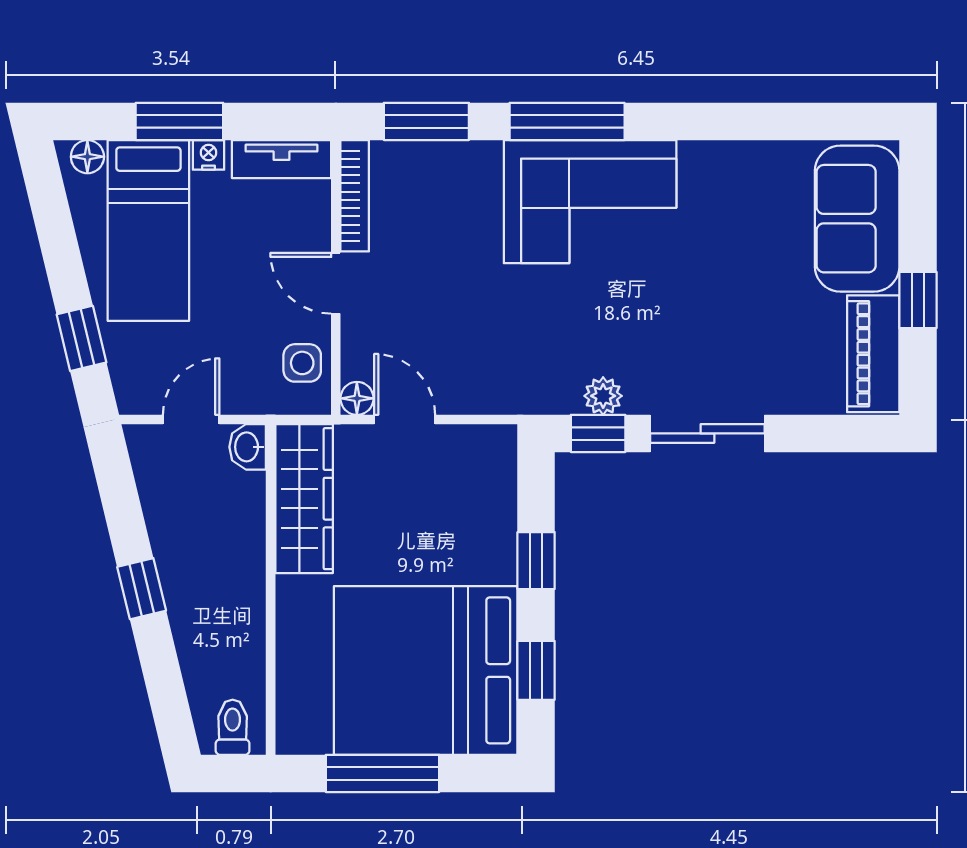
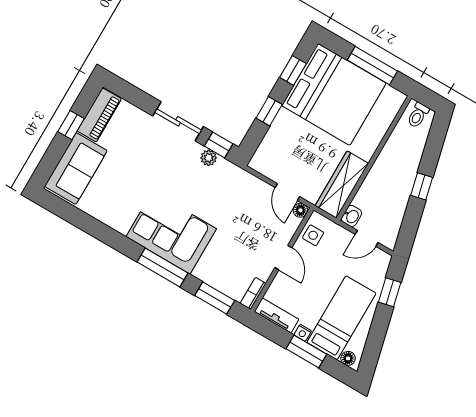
bookcase: (355, 196) -> (253, 293), width x0.64

